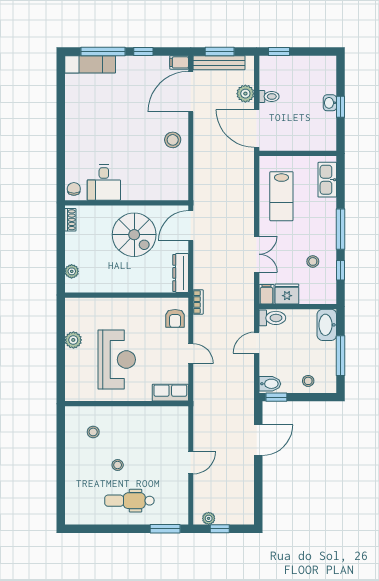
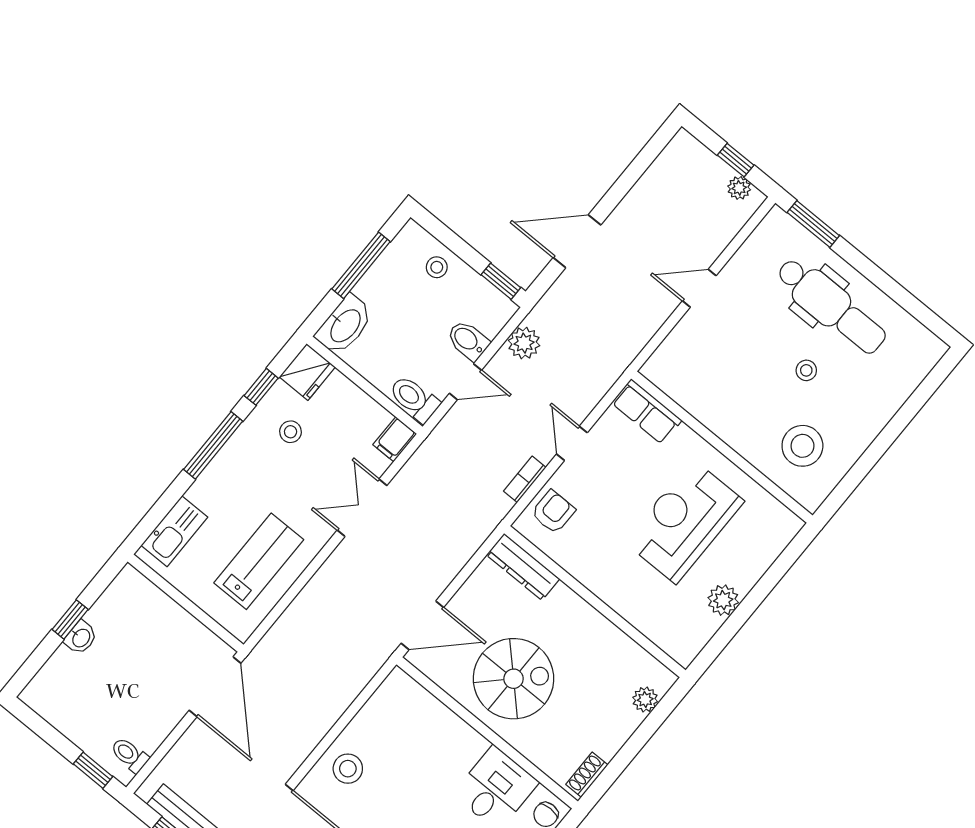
plant: (245, 94) -> (524, 343), moved
toilet: (269, 96) -> (130, 755), moved
spiral stairs: (134, 235) -> (514, 679), turned 90
dresser: (181, 273) -> (523, 567), moved, turned 90
fridge: (287, 294) -> (307, 372), moved, turned -90
bookcase: (198, 302) -> (525, 479), moved
bidet: (270, 384) -> (468, 340), moved
stool: (93, 432) -> (802, 446), width x1.89, depth x1.89
dental chair: (129, 501) -> (831, 306), width x1.36, depth x1.38

